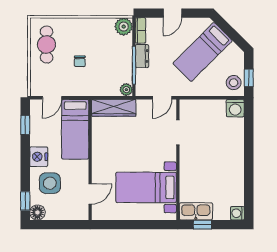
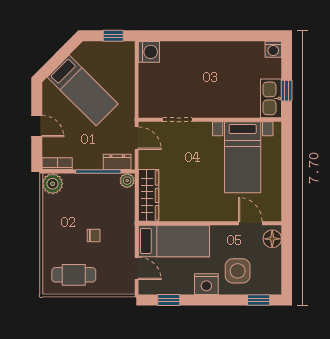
dresser: (142, 56) -> (117, 162), moved
stool: (234, 83) -> (119, 54), removed
floor lamp: (37, 212) -> (272, 239), moved

